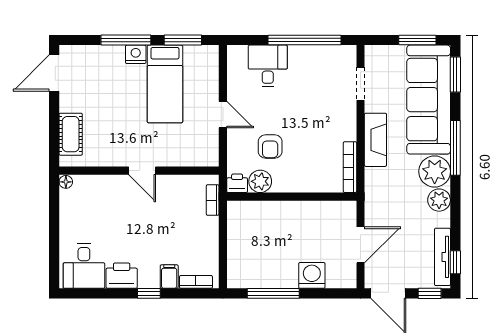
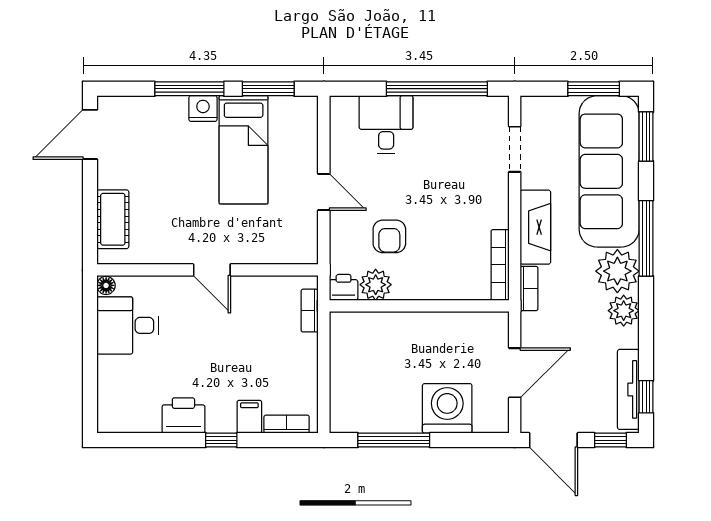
bookcase: (371, 184) -> (529, 289), added
desk: (84, 266) -> (128, 325), moved, turned 90
washing machine: (312, 275) -> (447, 408), width x1.37, depth x1.37

